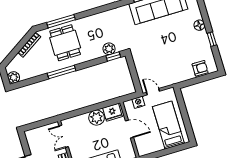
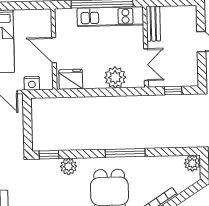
plant: (109, 49) -> (68, 166), moved
plant: (97, 118) -> (115, 77), moved
window: (40, 124) -> (173, 91), added

